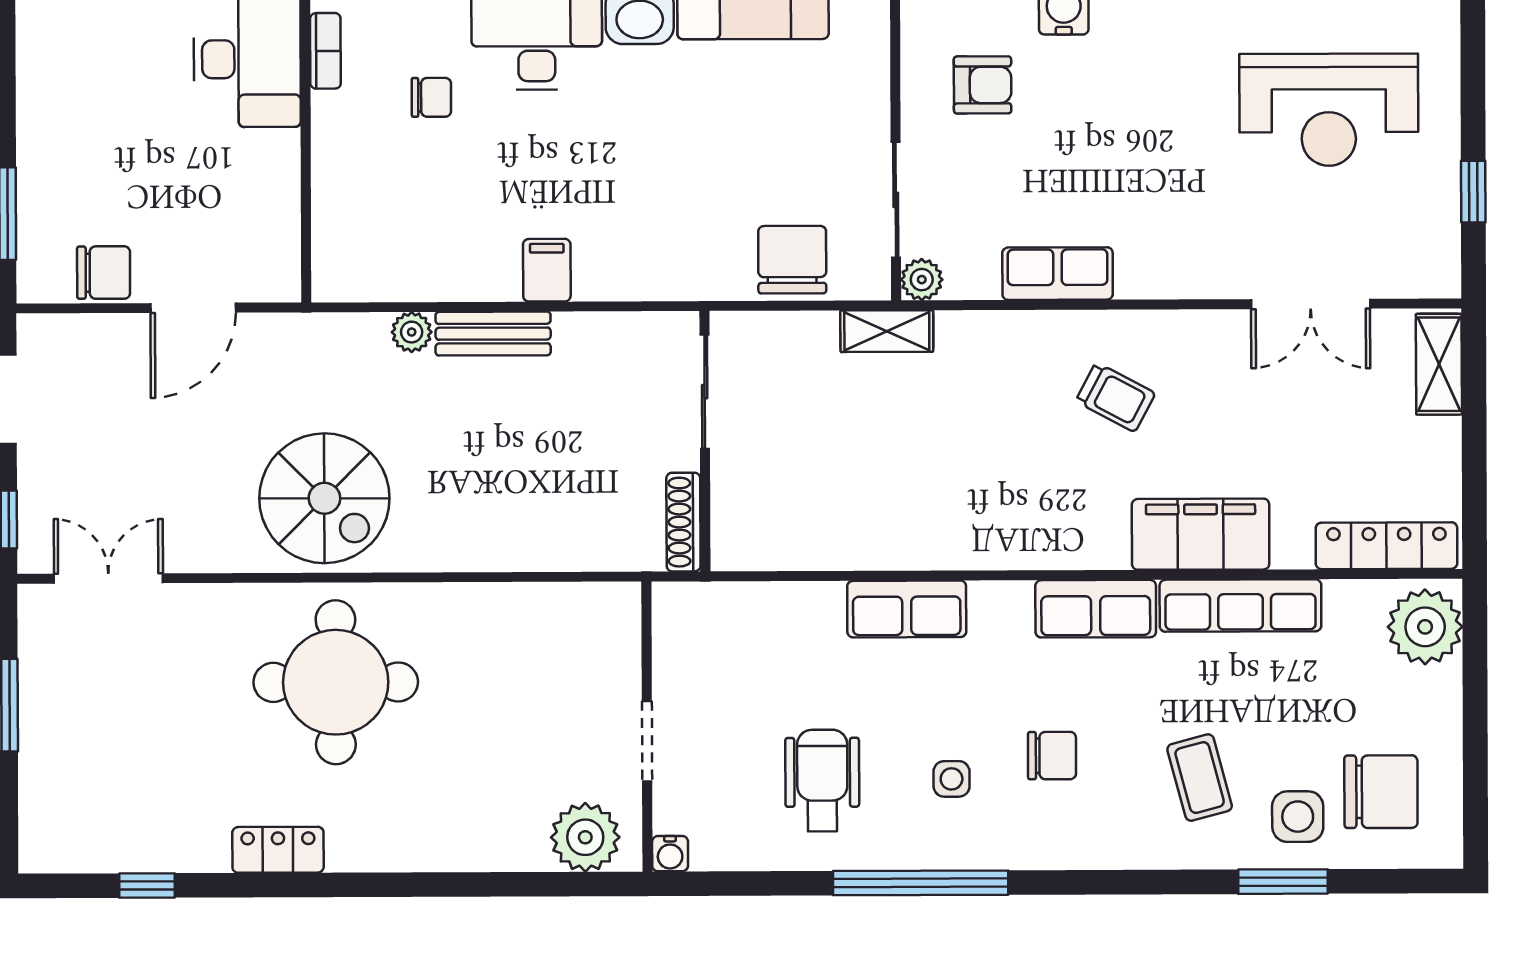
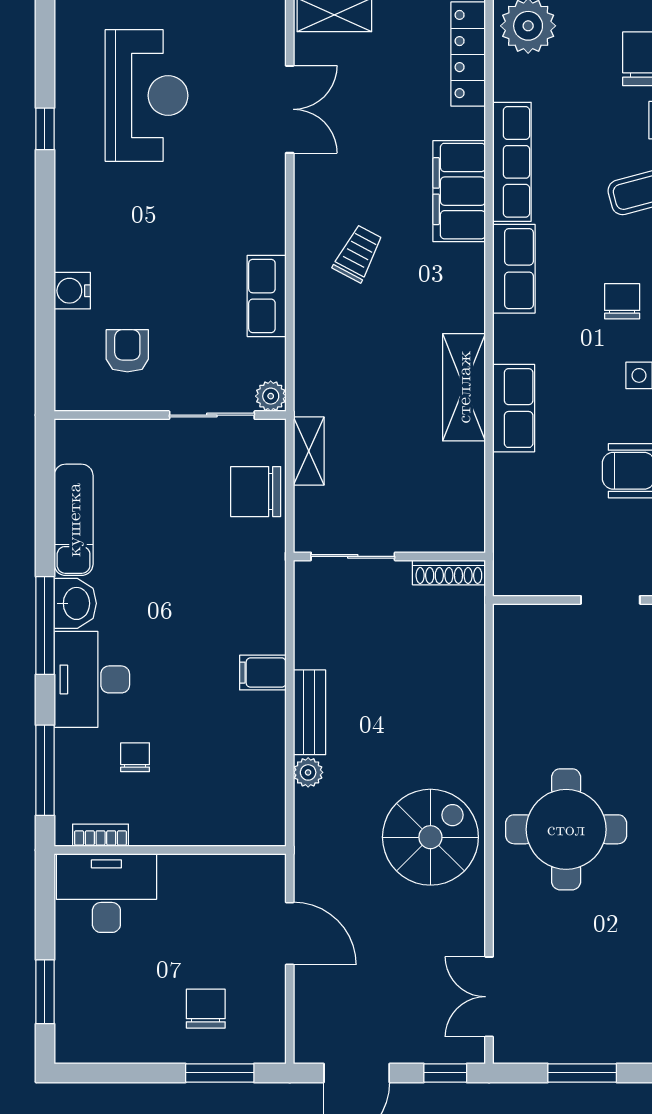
chair: (104, 273) -> (206, 1009), moved
shelving: (887, 331) -> (309, 451), moved
shelving: (935, 542) -> (464, 387), added

